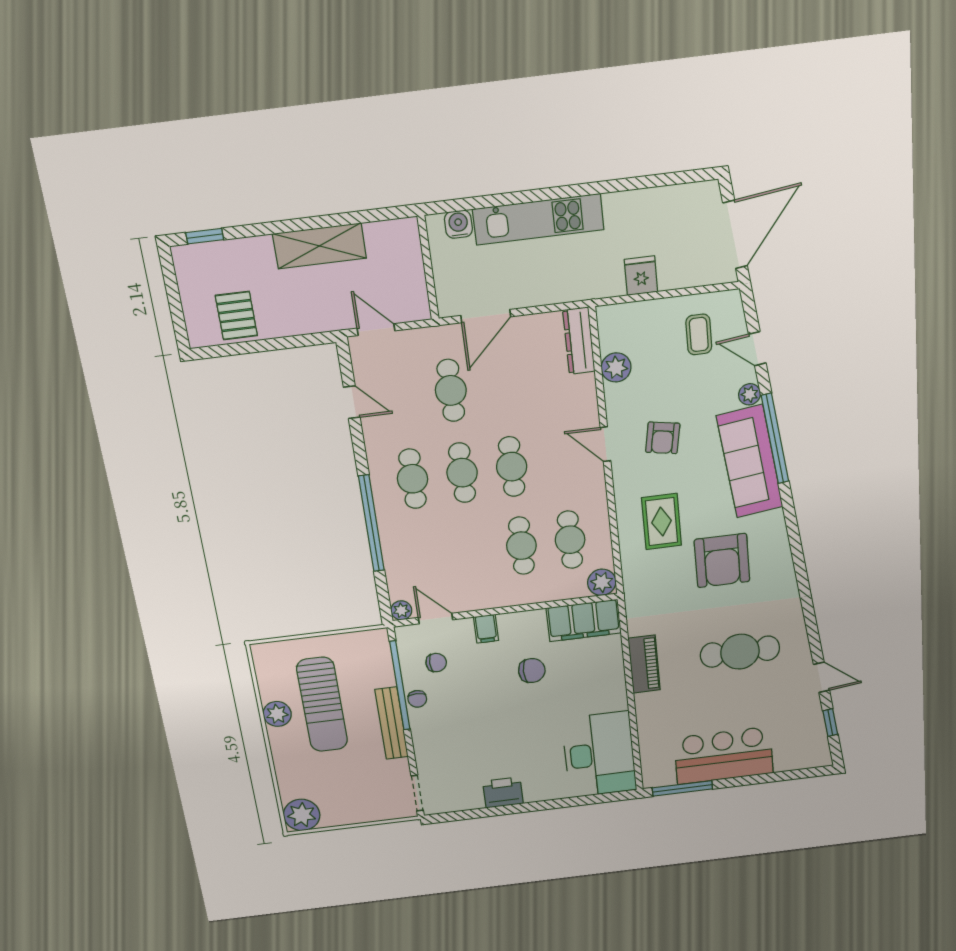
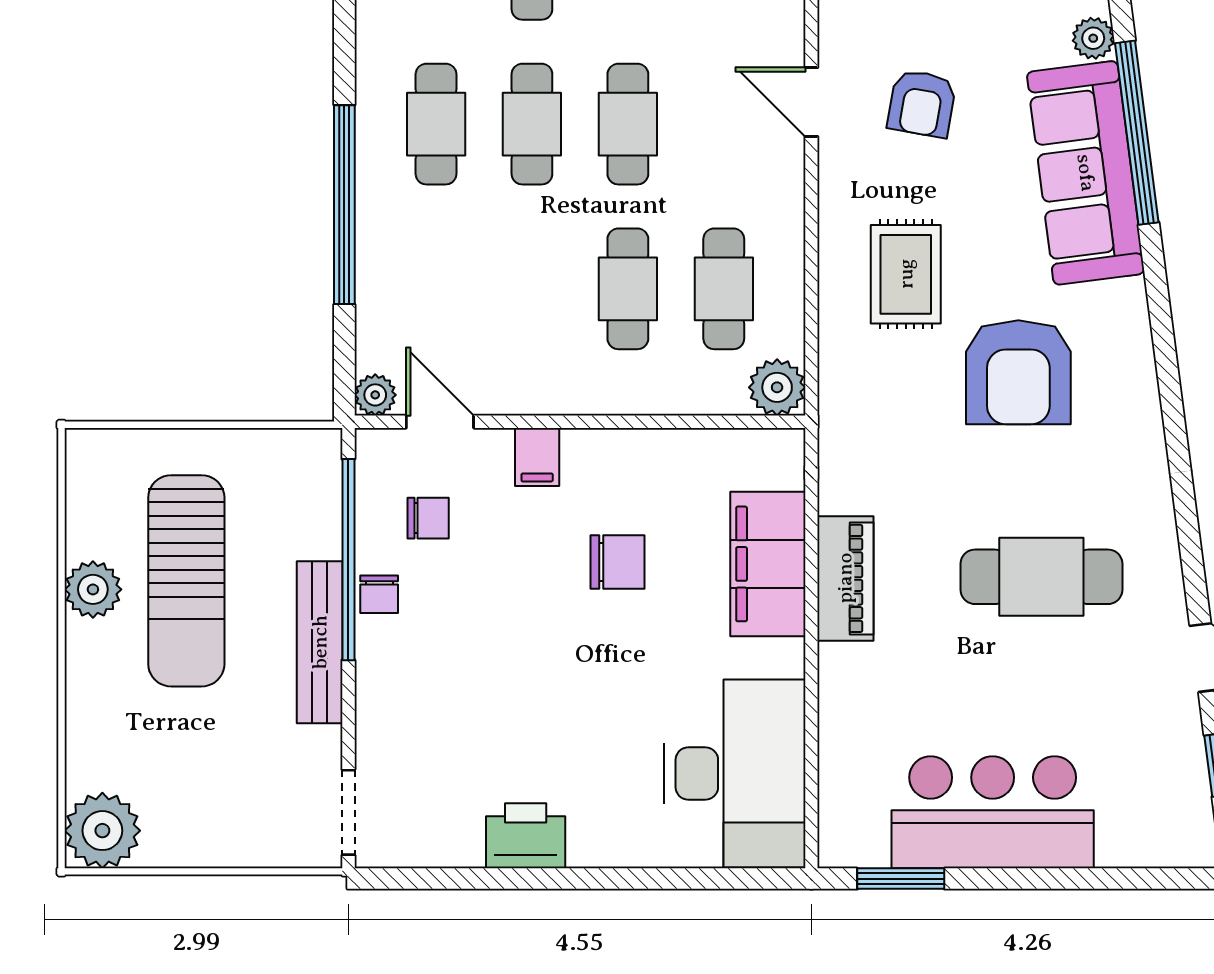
filing cabinet: (584, 620) -> (768, 564), moved, turned 90
window: (682, 788) -> (901, 879), width x0.69

